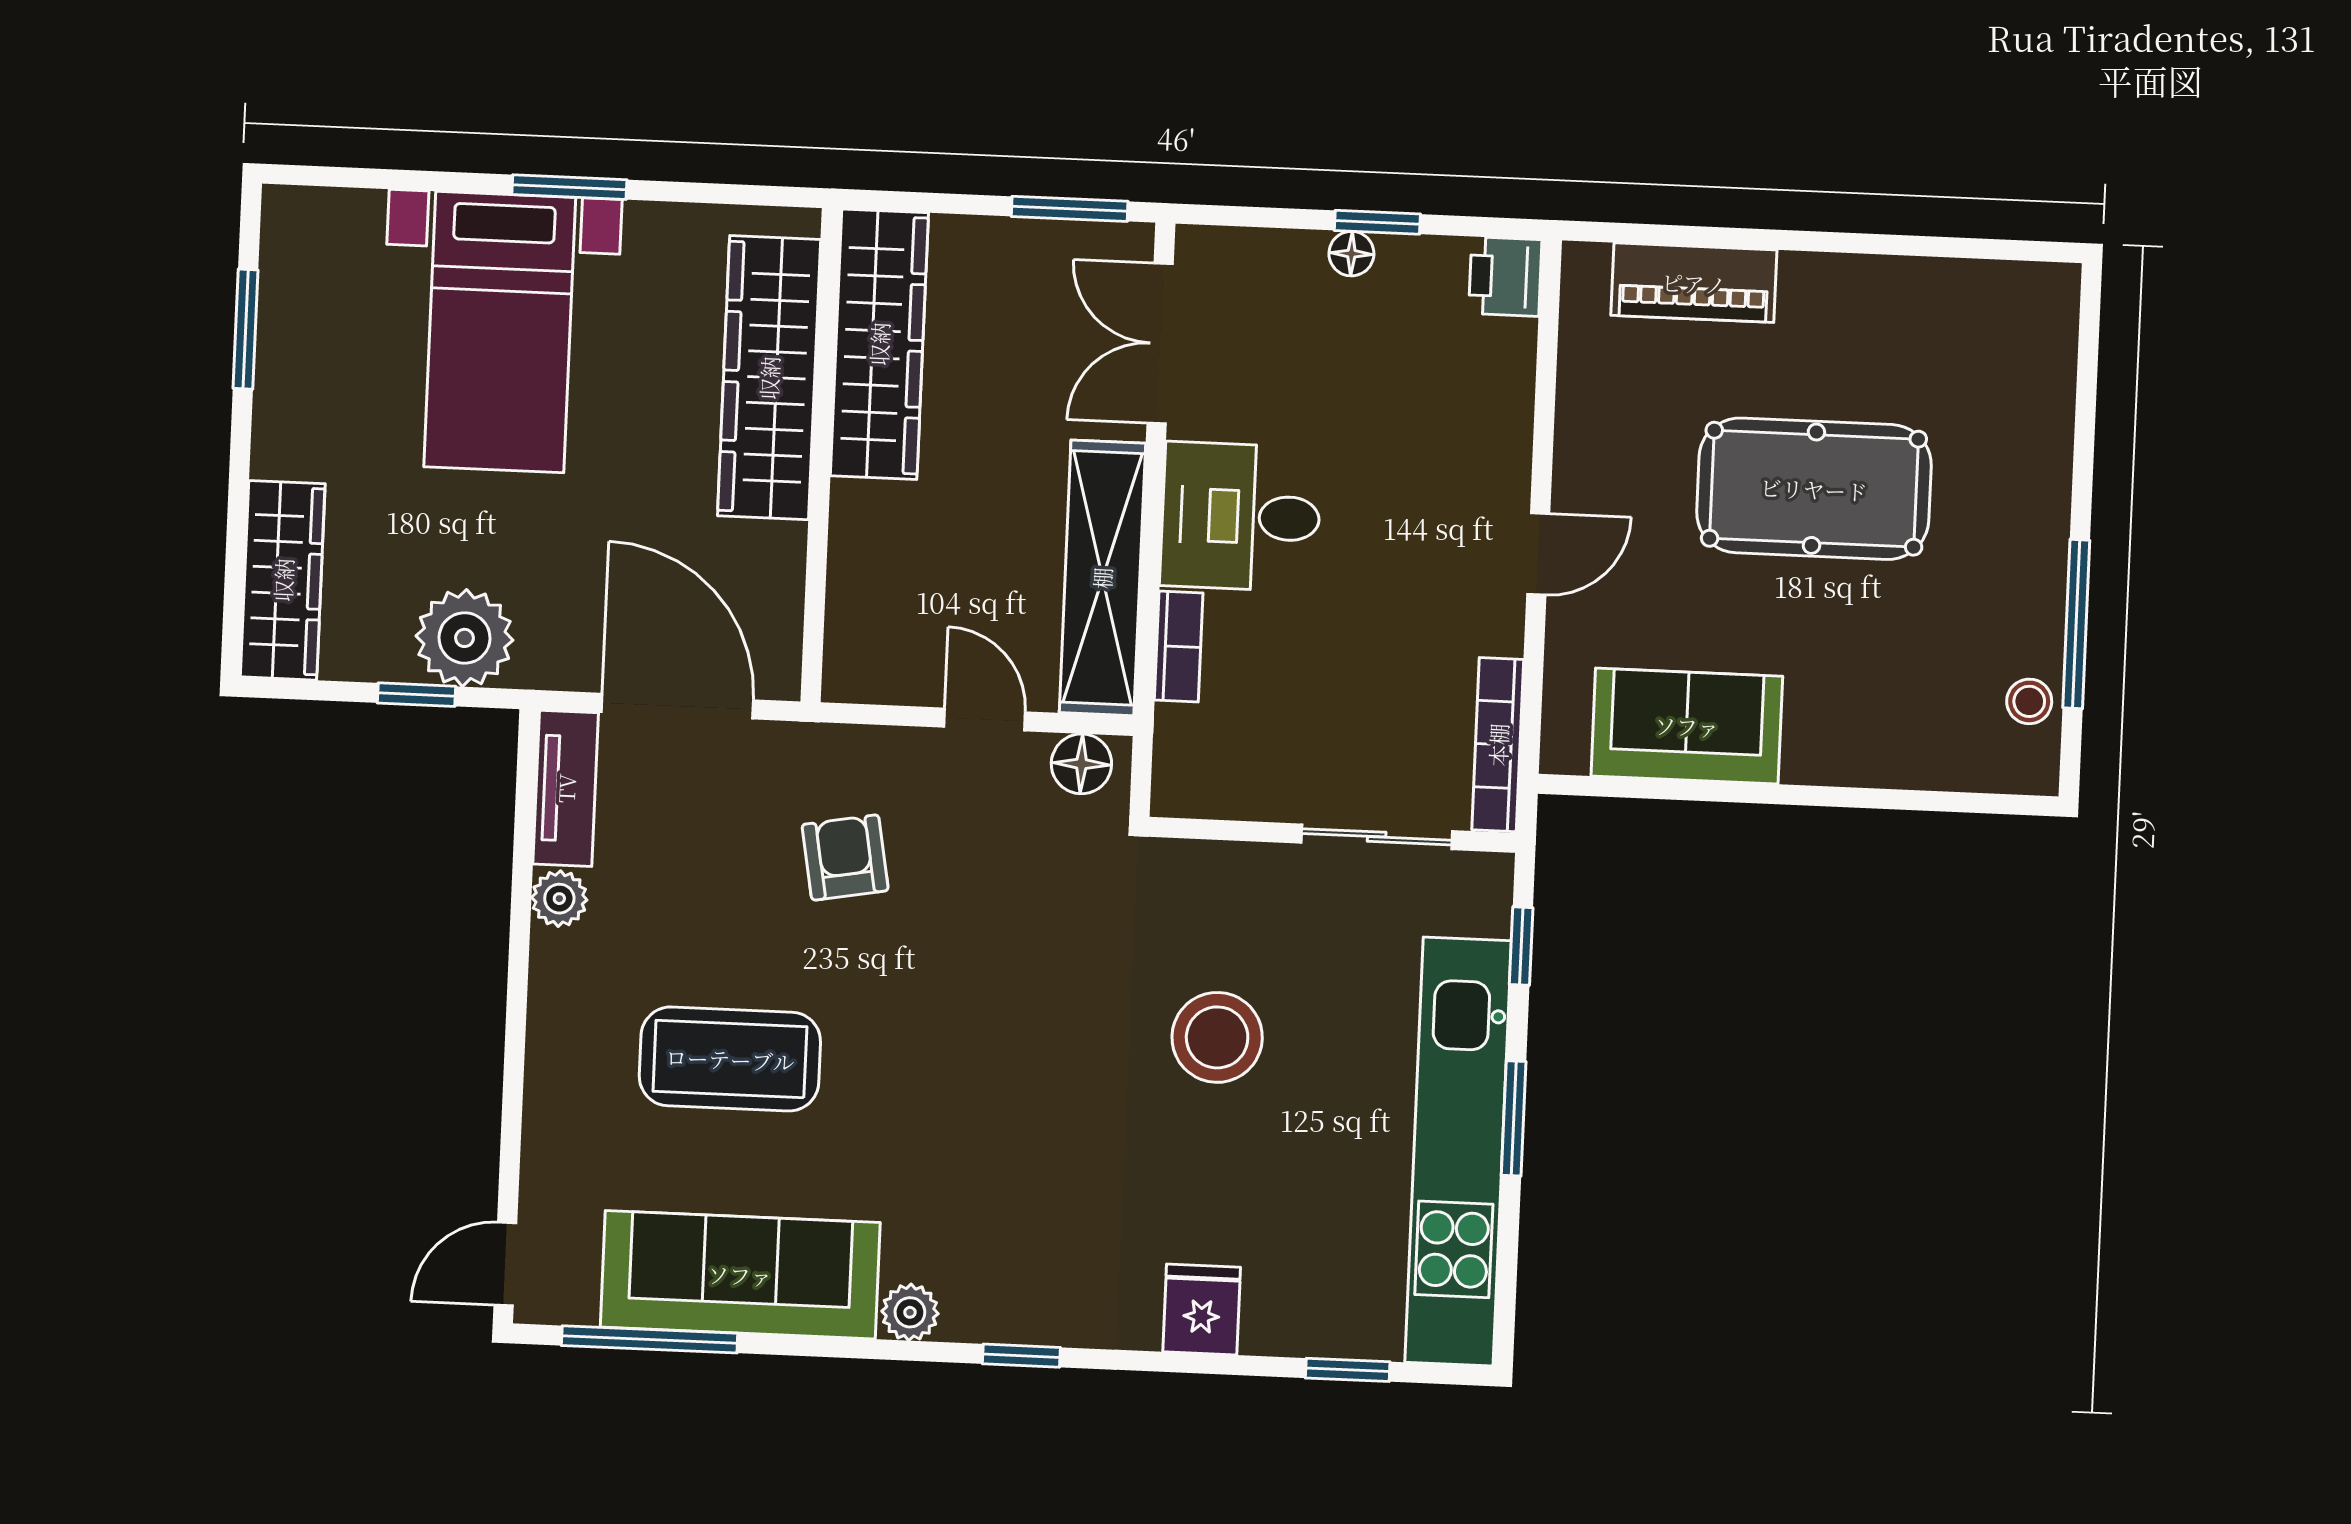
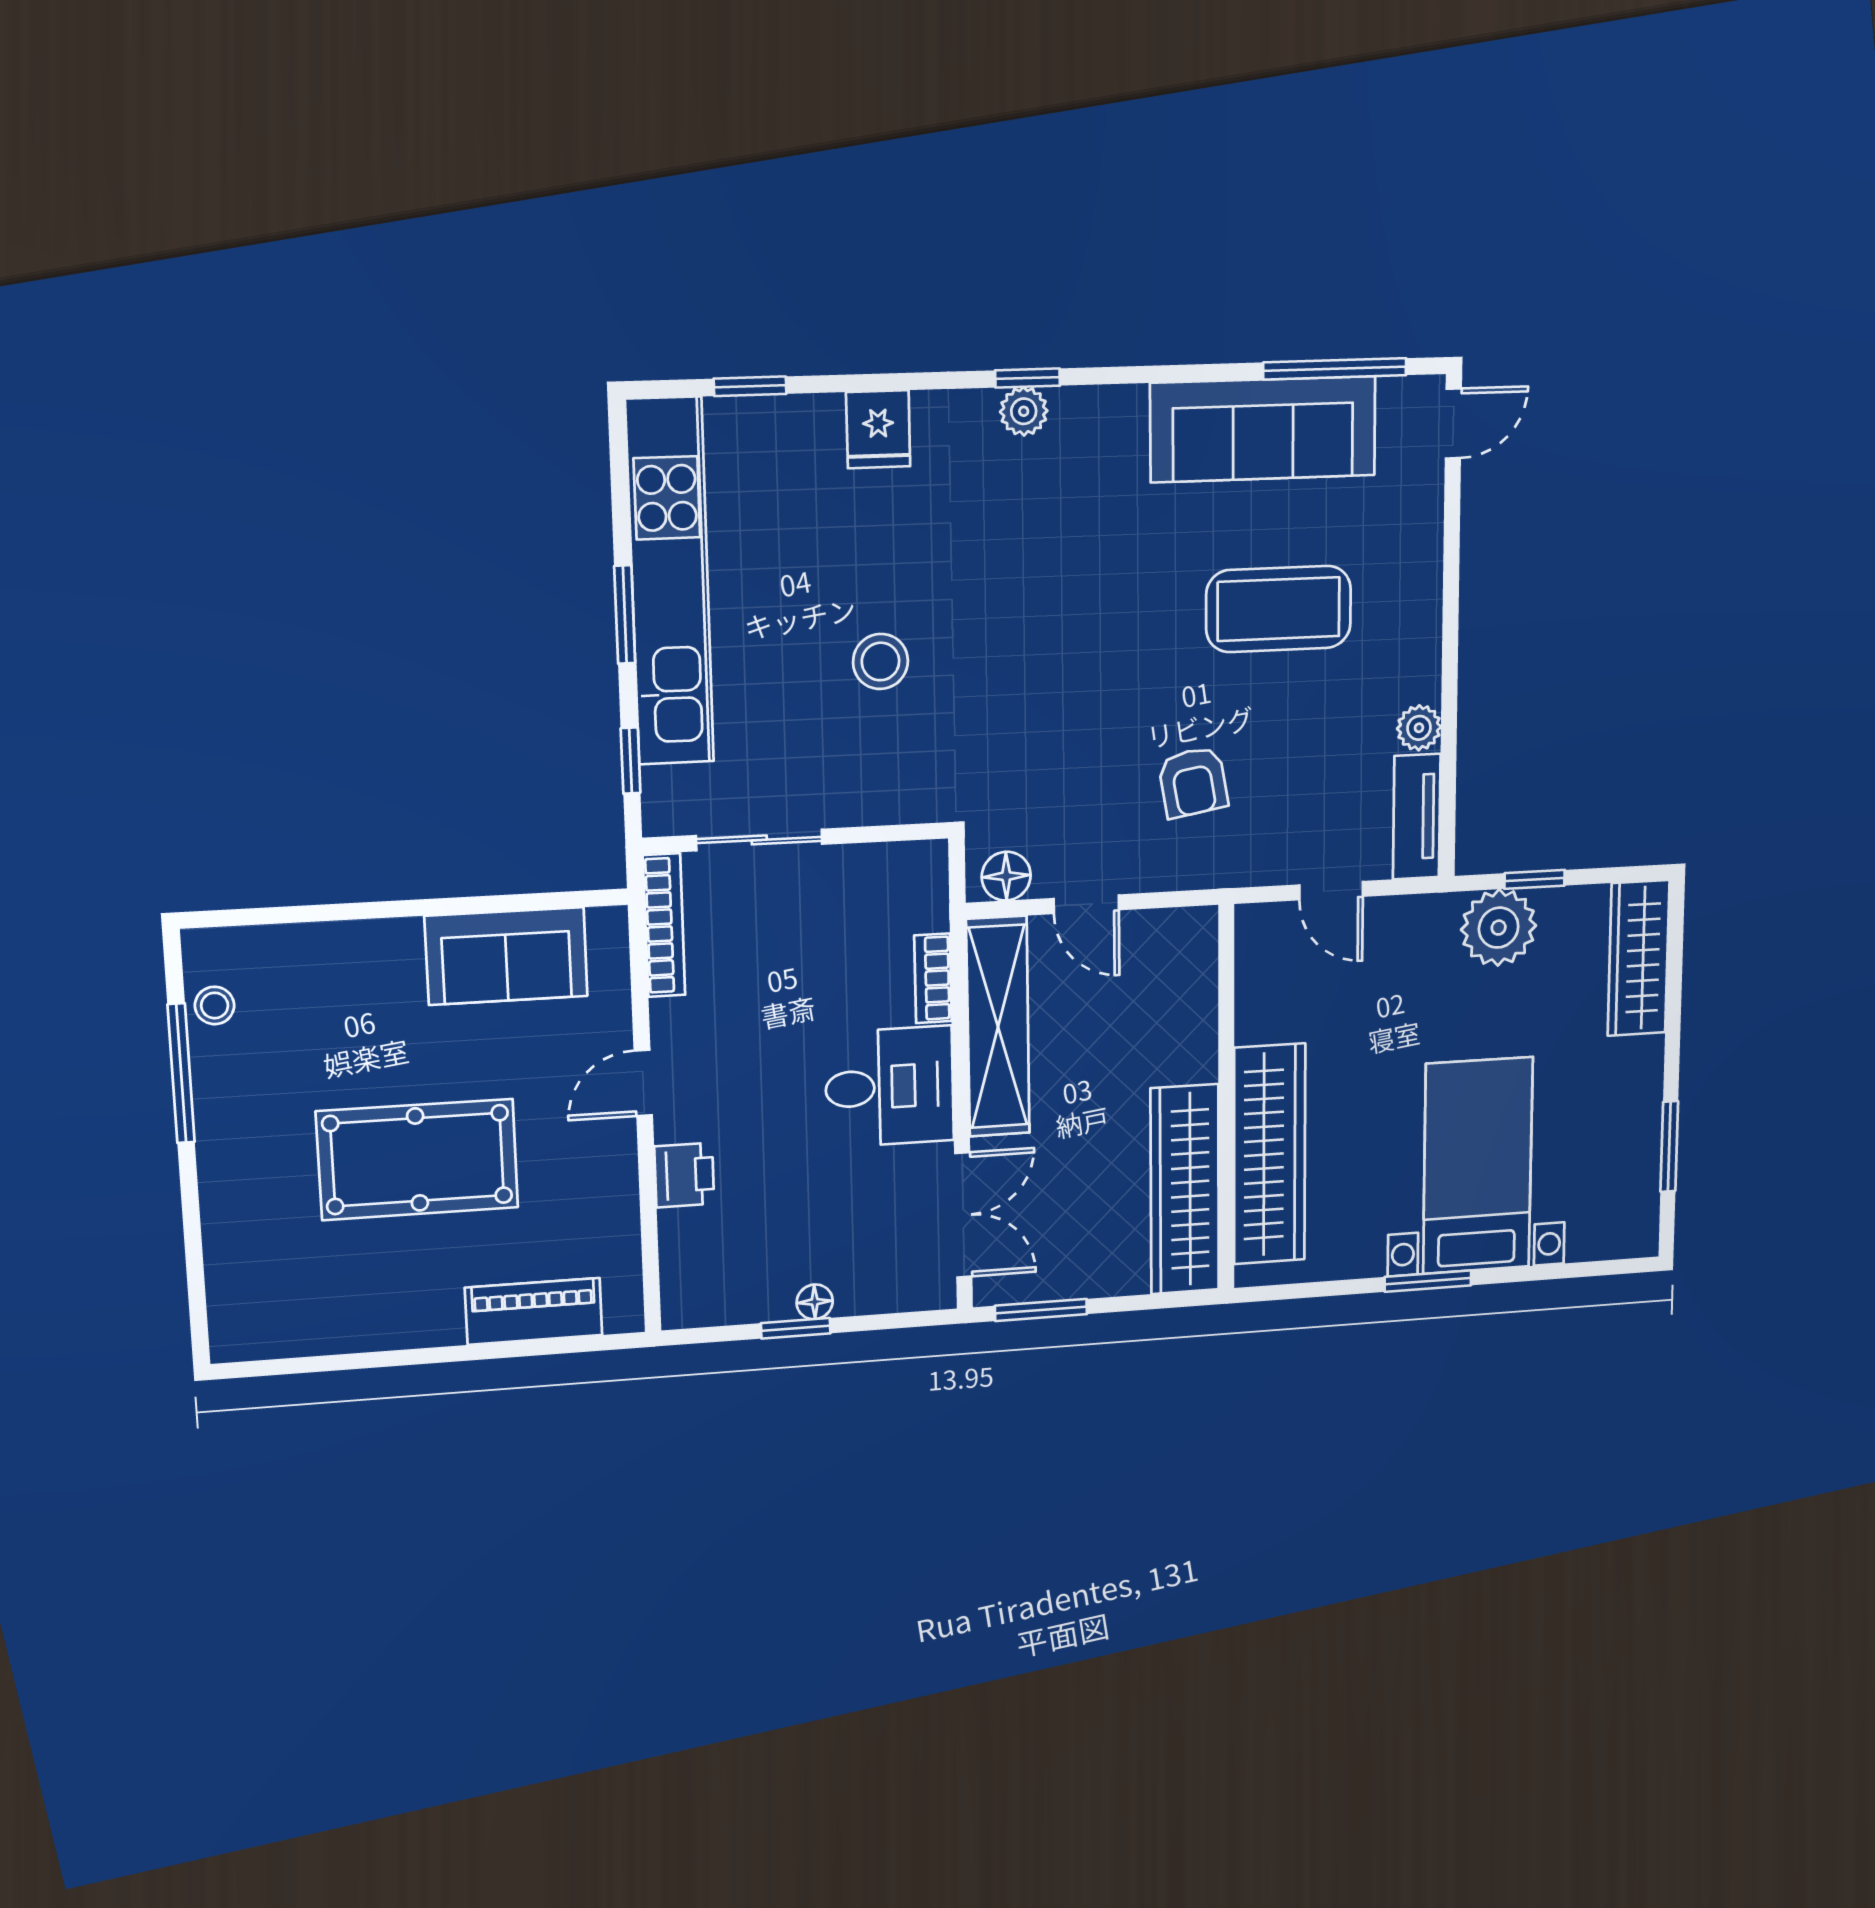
printer: (1505, 277) -> (684, 1175), moved
door: (677, 706) -> (1331, 891), width x0.53
stool: (1217, 1037) -> (880, 661), width x0.73, depth x0.73
plant: (910, 1312) -> (1024, 411), moved

